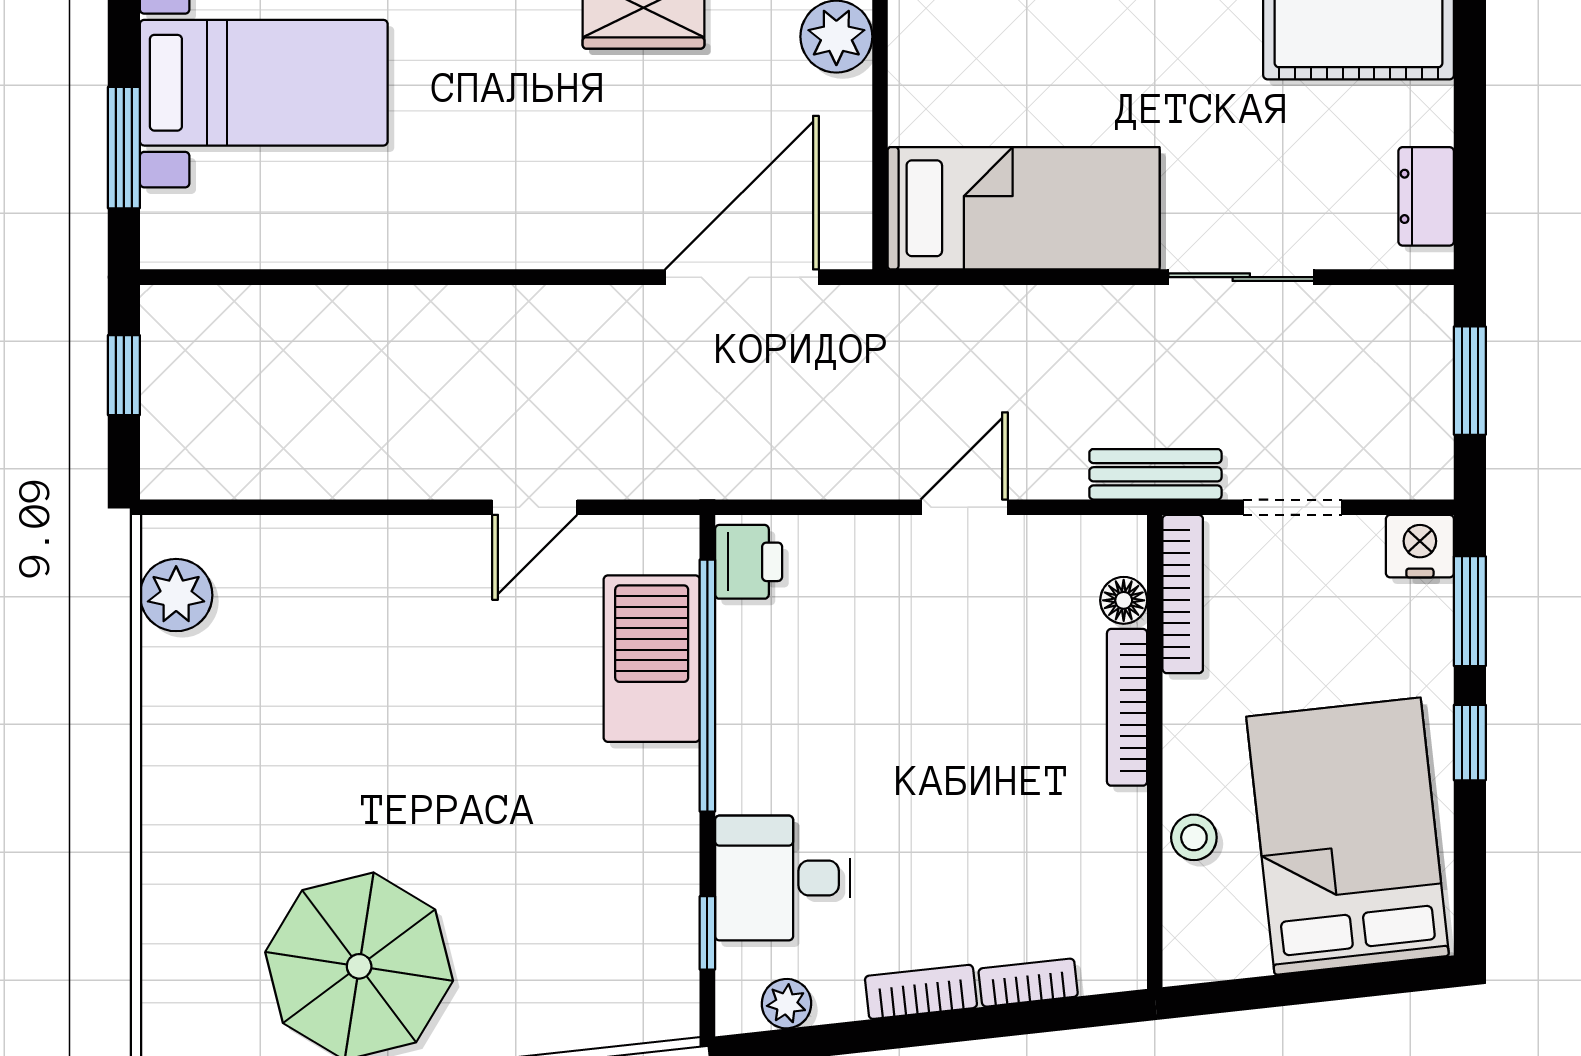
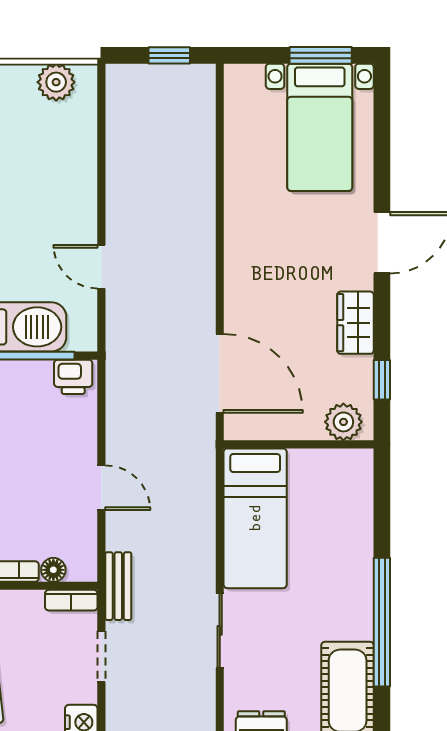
window: (124, 148) -> (321, 55), moved
bookcase: (1183, 594) -> (71, 600), width x0.64

